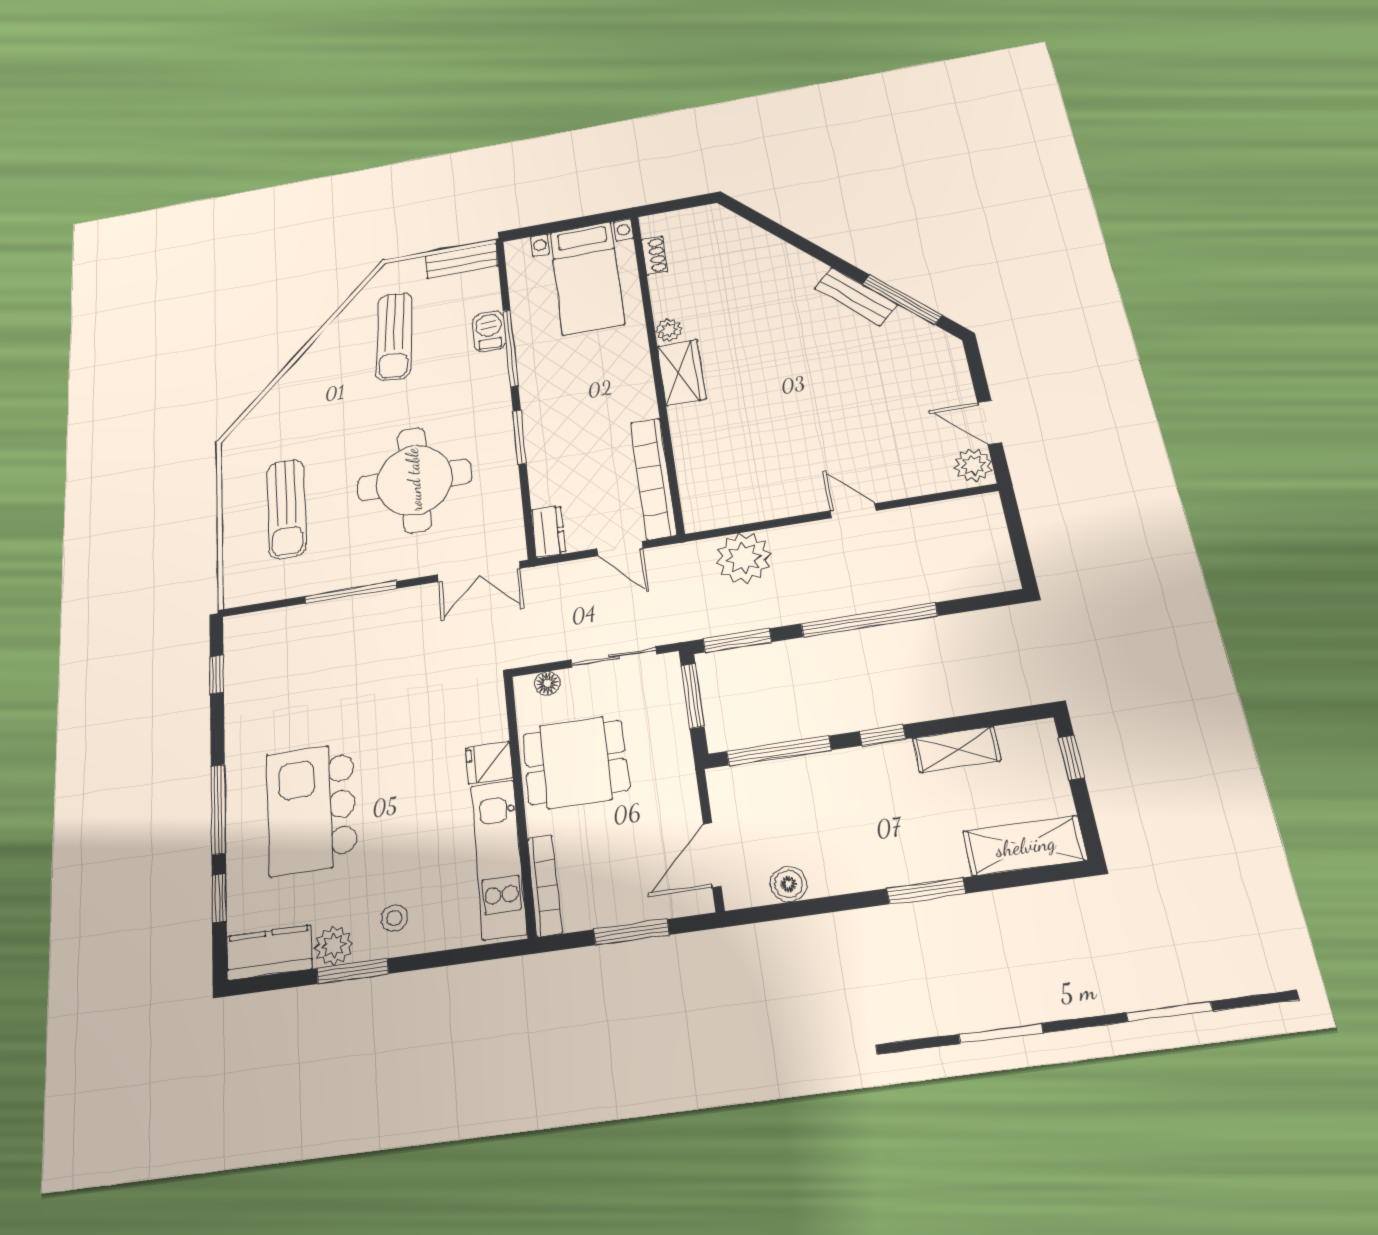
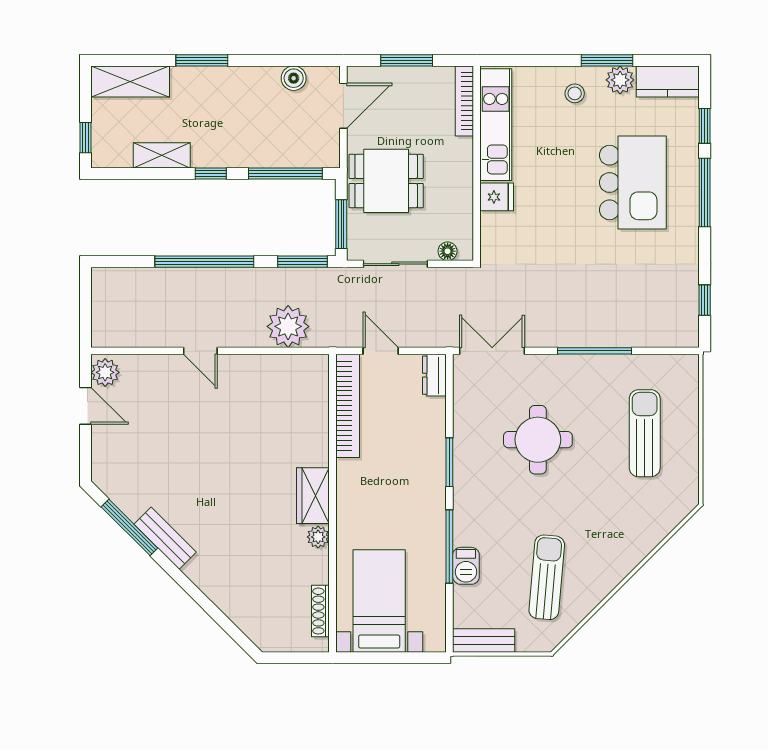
shoe rack: (655, 256) -> (320, 611), width x1.43
round table: (414, 480) -> (538, 440), width x0.73, depth x0.73
dining table: (576, 762) -> (386, 181), moved

